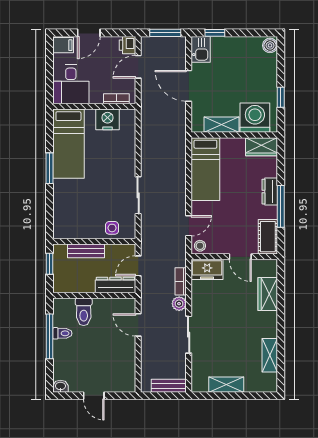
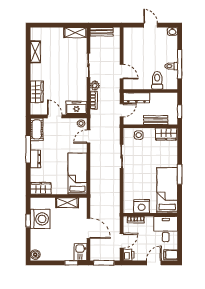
washing machine: (255, 118) -> (40, 219), moved, turned -90
wardrobe: (70, 230) -> (166, 134), added
shelving: (226, 385) -> (75, 33), moved

